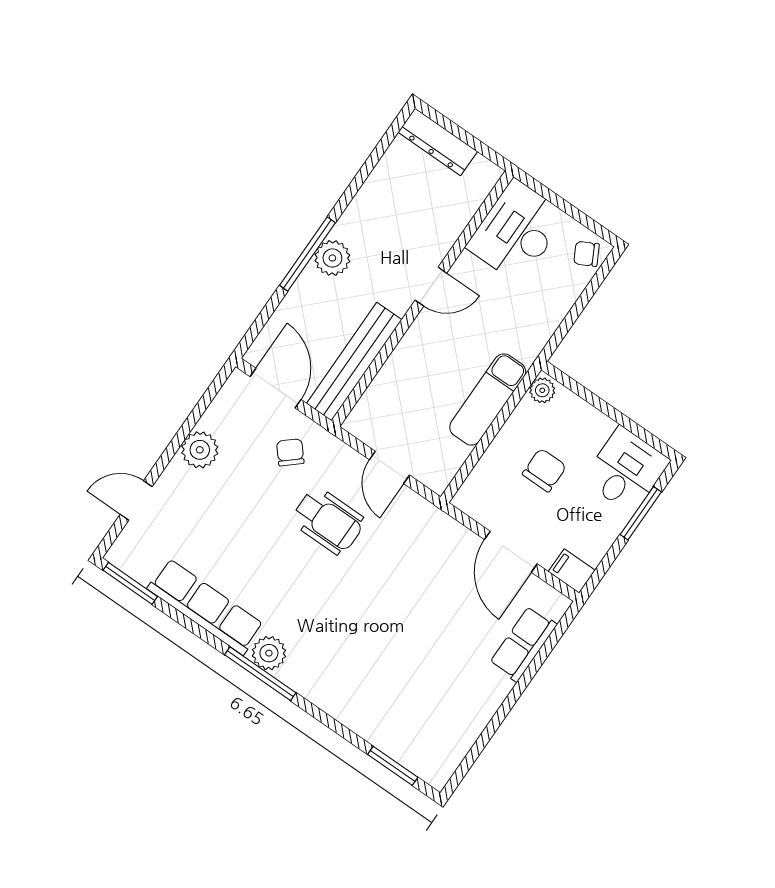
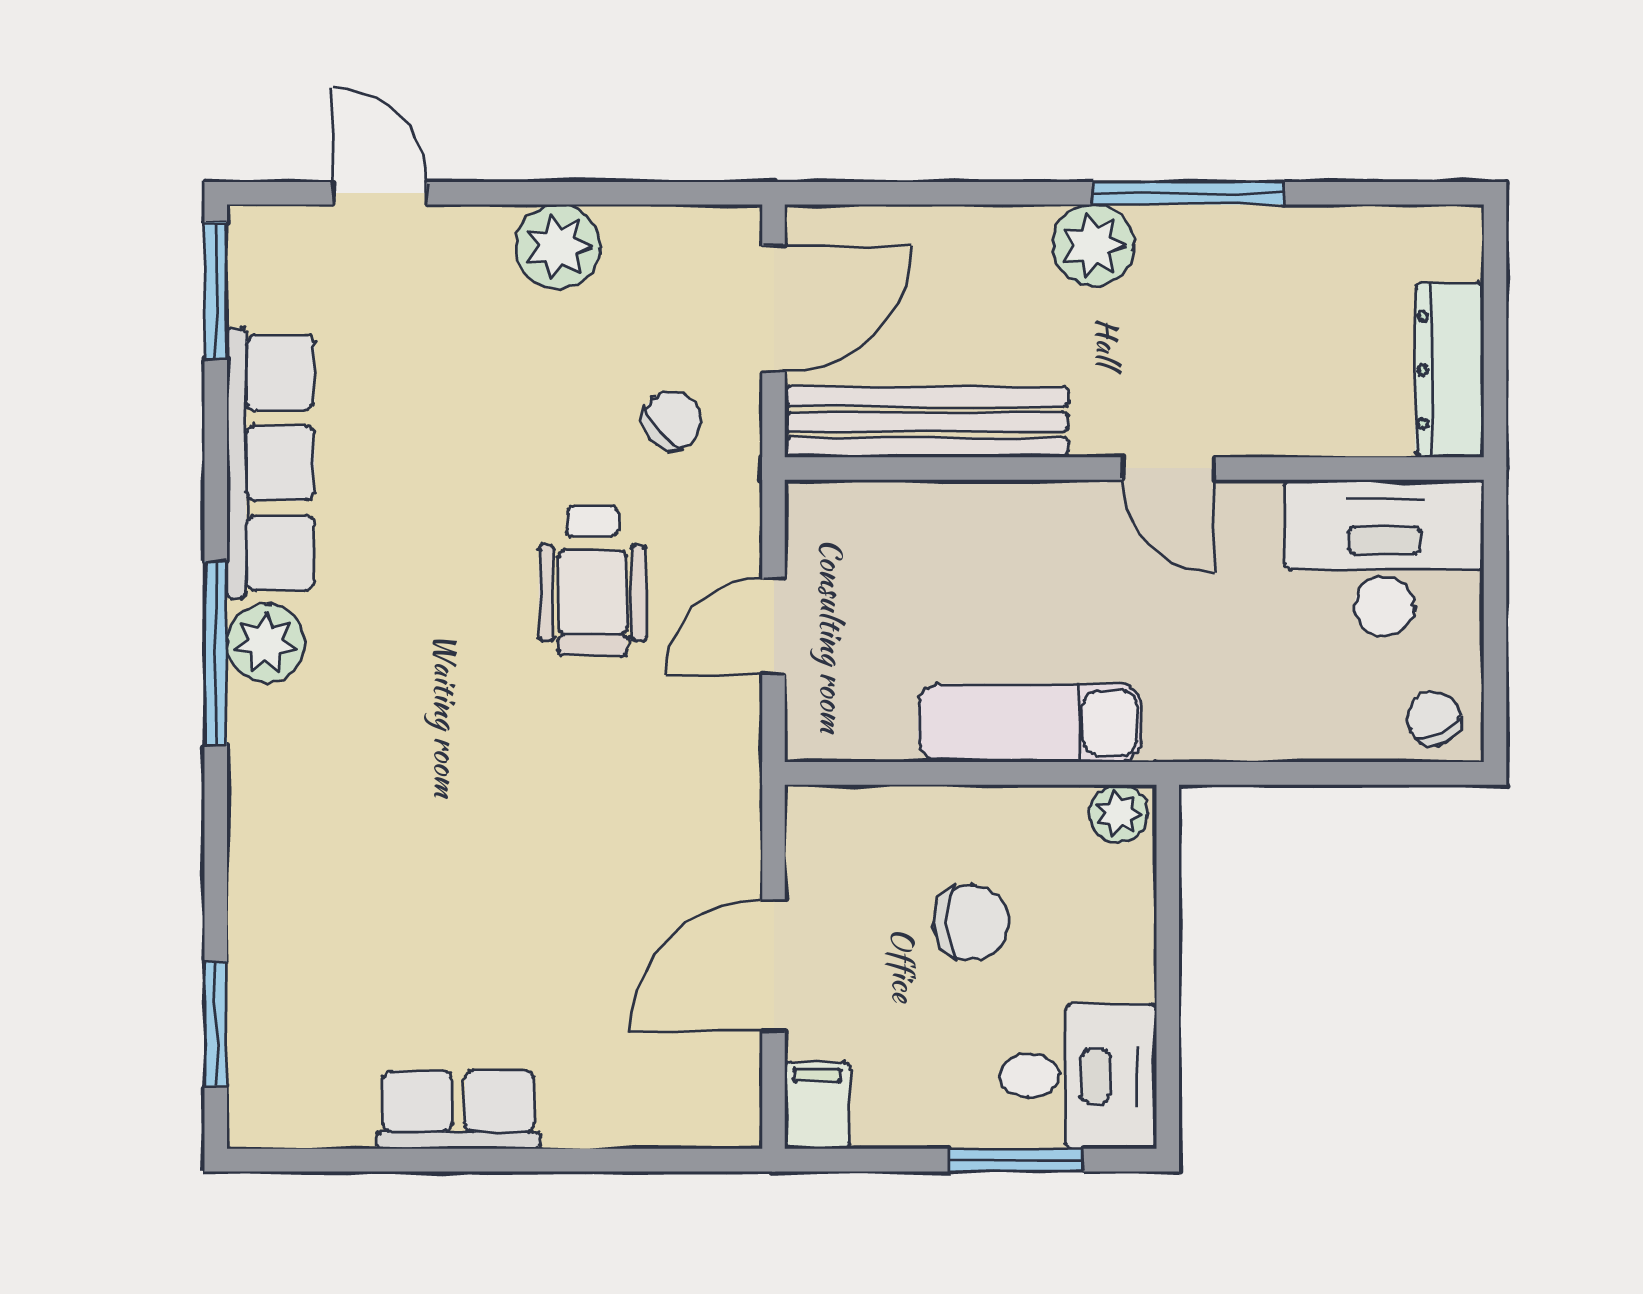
dresser: (438, 142) -> (1450, 370), moved
window: (308, 254) -> (1188, 193), moved
row of seats: (523, 644) -> (459, 1110), moved

